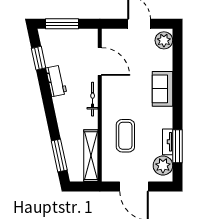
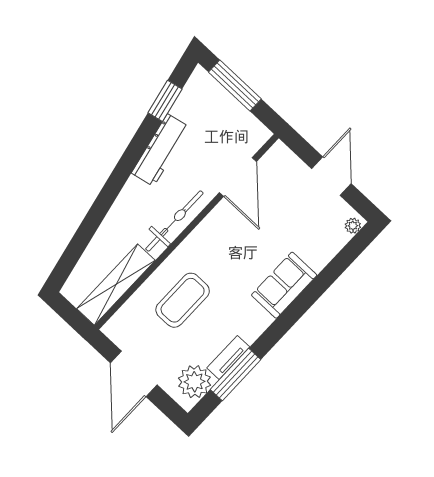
plant: (164, 40) -> (353, 226), width x0.53, depth x0.53
workbench: (56, 81) -> (160, 150), width x1.38
bicycle: (93, 99) -> (174, 221), width x1.37, depth x1.40
window: (59, 155) -> (77, 247), removed

